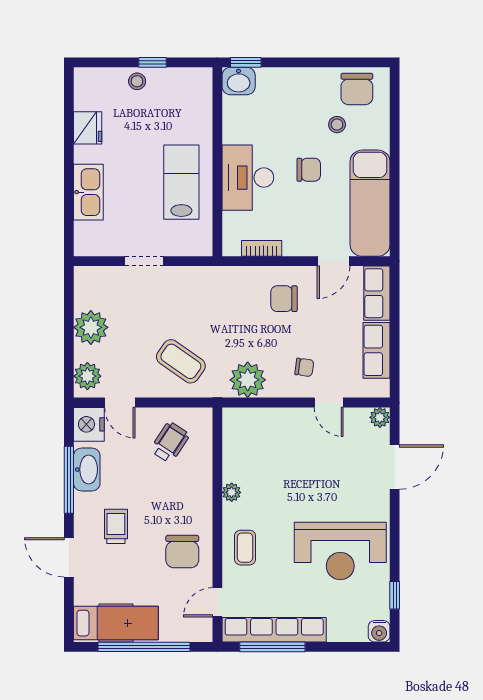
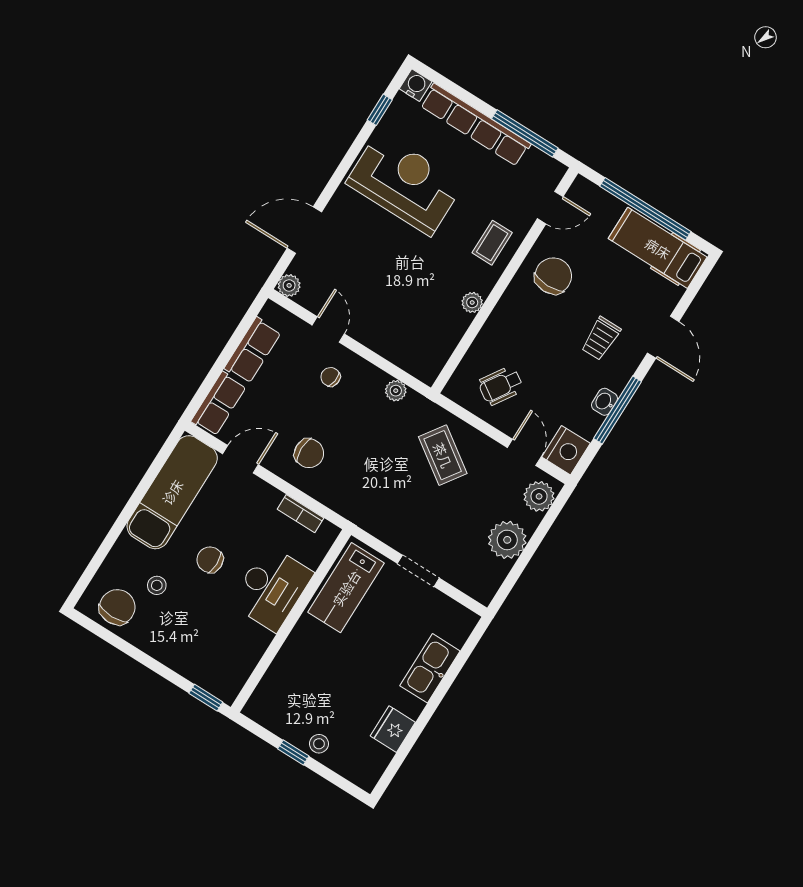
washbasin: (239, 81) -> (224, 684), removed
lab bench: (181, 182) -> (346, 588), moved
plant: (248, 380) -> (396, 391), width x0.53, depth x0.53
washbasin: (87, 470) -> (604, 402), width x0.52, depth x0.69
row of seats: (274, 630) -> (475, 125), moved

